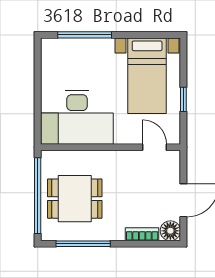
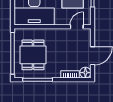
door: (155, 147) -> (77, 27), hinge flipped
dining table: (75, 199) -> (33, 55), turned 90

